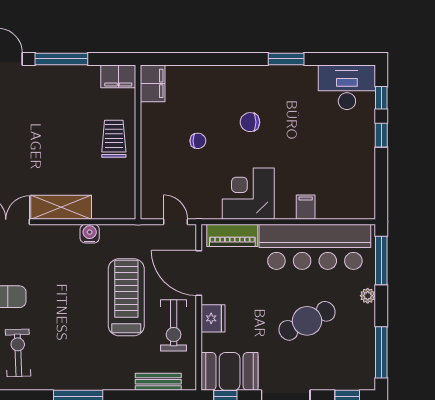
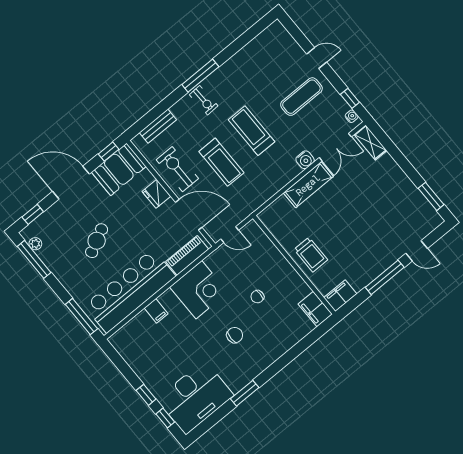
desk: (347, 87) -> (195, 397), width x1.36, depth x1.30
water cooler: (90, 234) -> (305, 160), moved
plant: (368, 296) -> (35, 244), moved
treadmill: (126, 297) -> (221, 162), width x0.73, depth x0.73
treadmill: (73, 304) -> (251, 131), added
cafe table: (307, 321) -> (97, 241), width x0.73, depth x0.74
exercise bike: (18, 353) -> (204, 100), moved, width x0.73, depth x0.72

